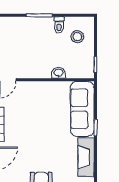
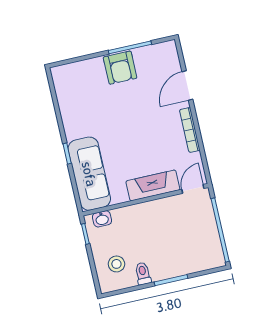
washbasin: (58, 73) -> (102, 219), moved
fireplace: (86, 157) -> (153, 185), moved, turned -90

